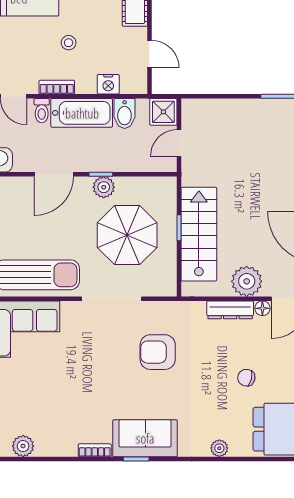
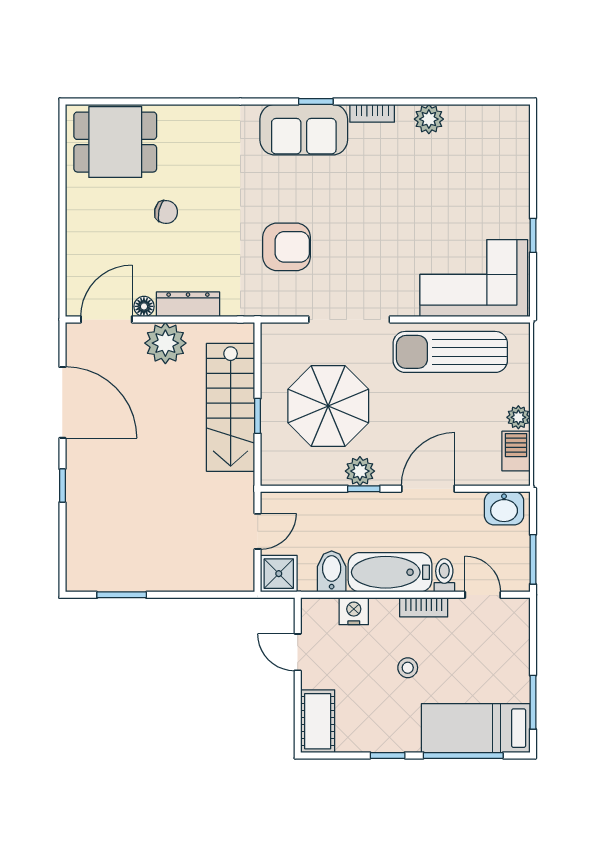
plant: (23, 446) -> (429, 119), moved
plant: (219, 448) -> (203, 116), removed

